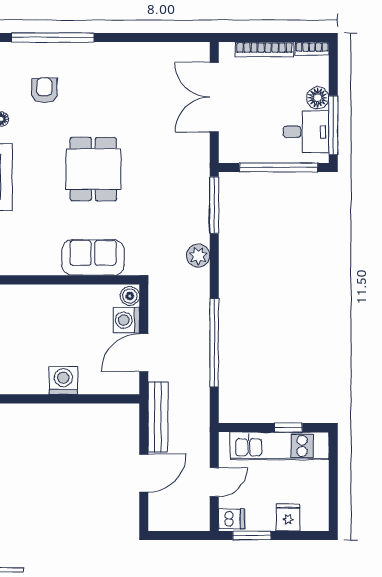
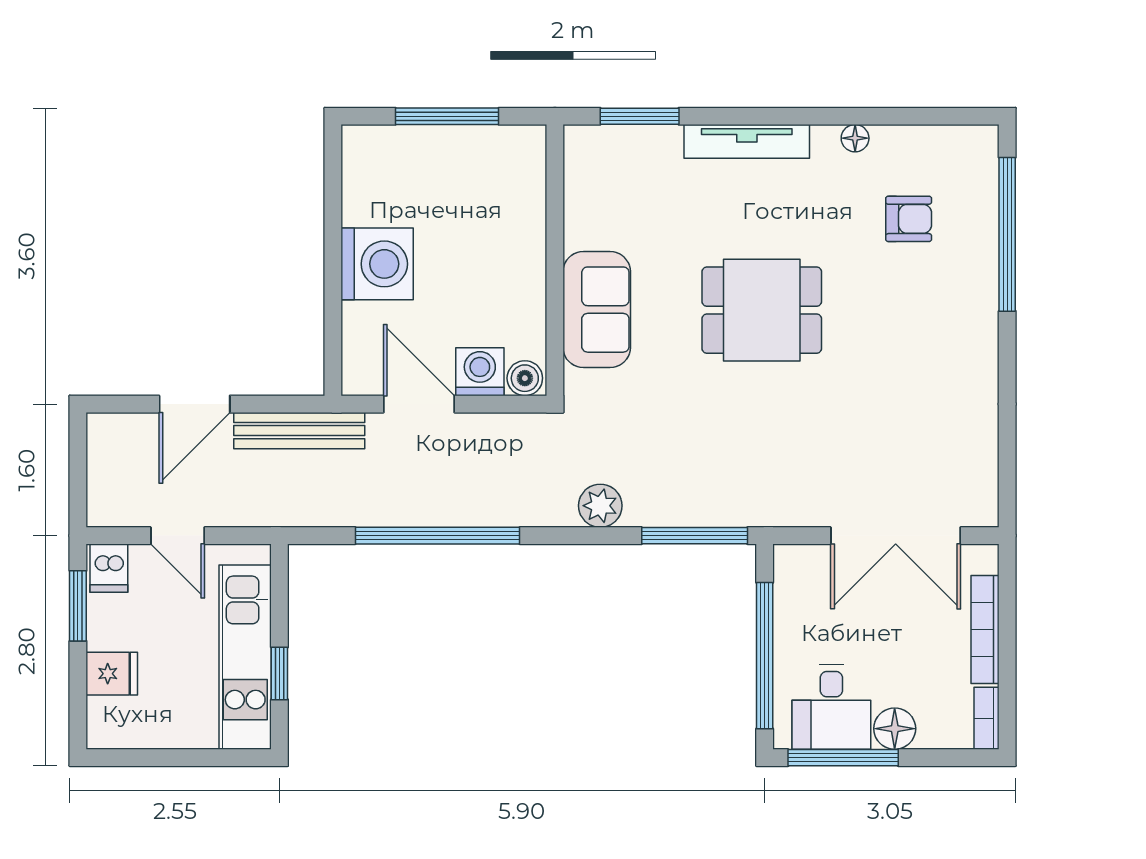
double door: (214, 97) -> (896, 536), swing flipped
washing machine: (63, 380) -> (377, 264), width x1.37, depth x1.37
door: (144, 473) -> (195, 404), hinge flipped

